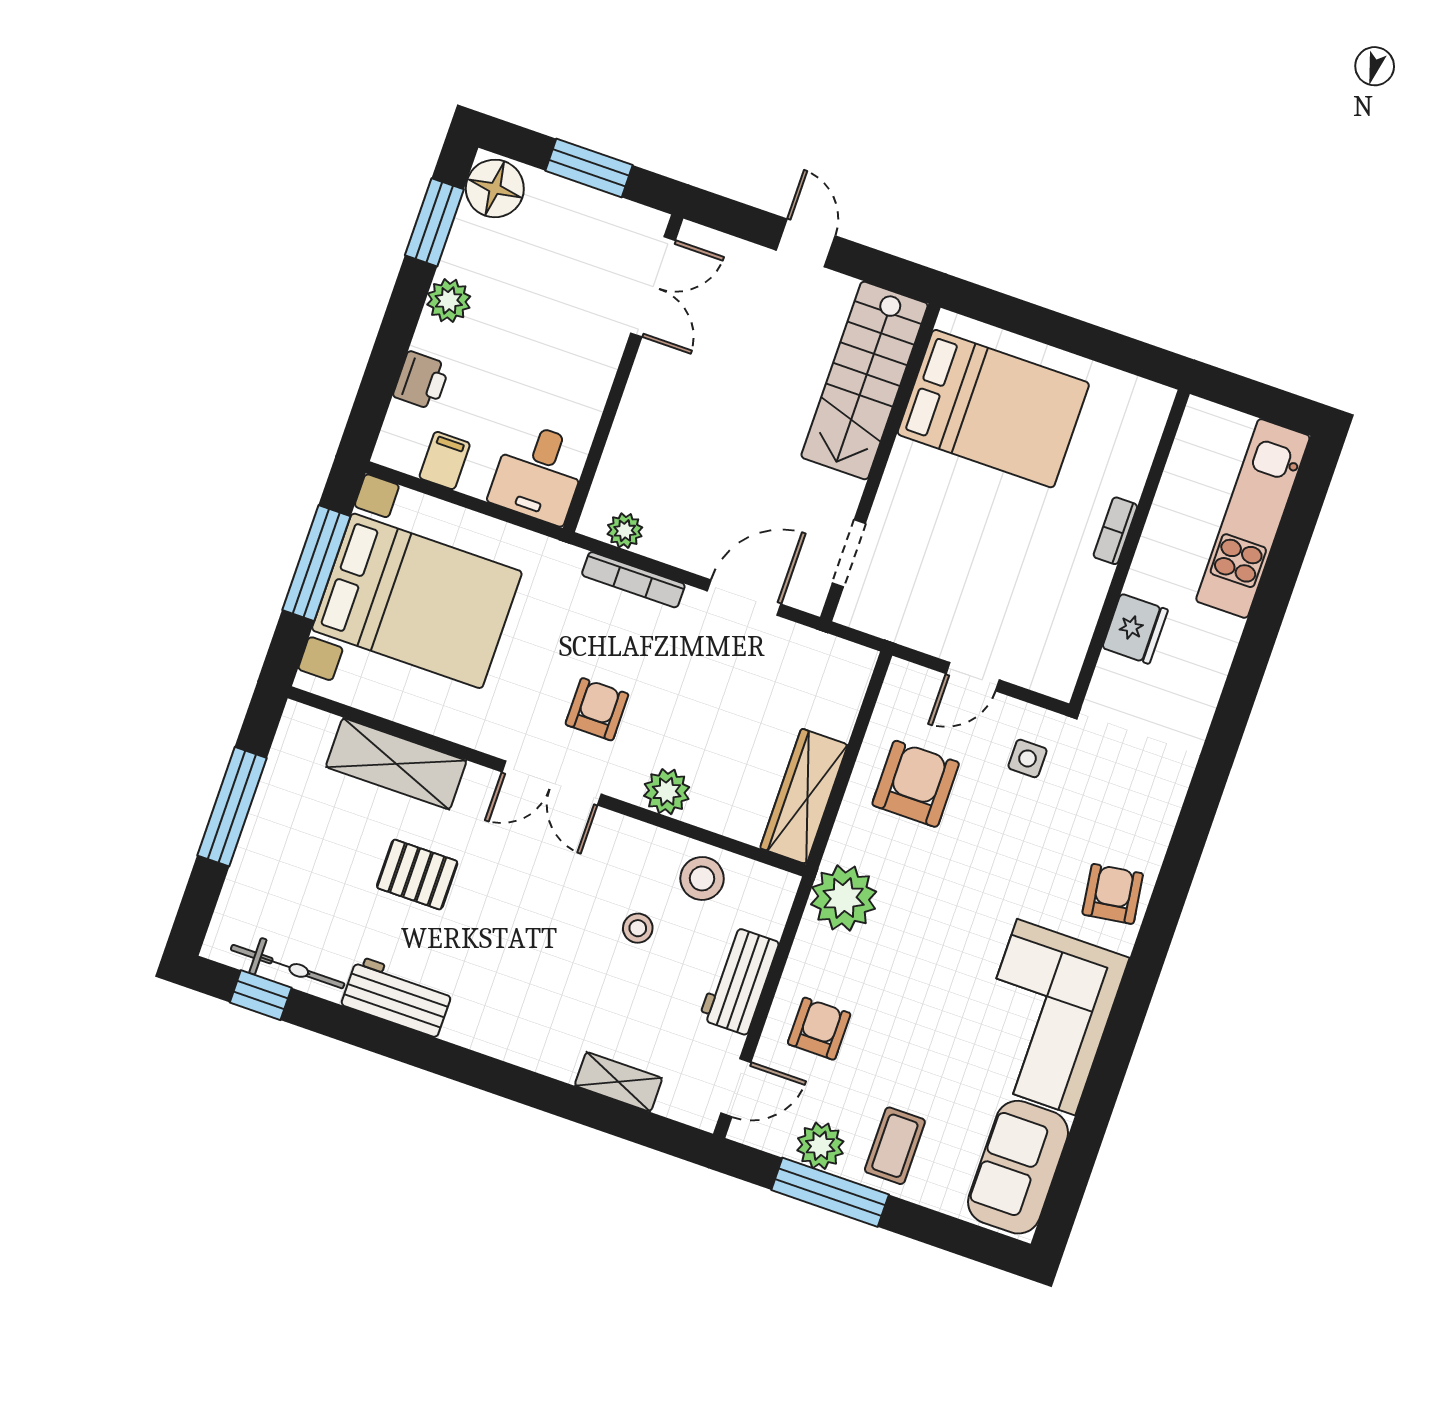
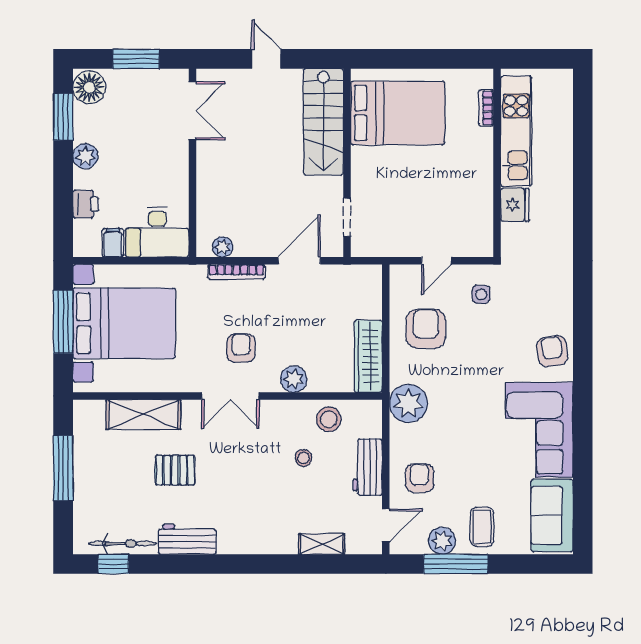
desk: (539, 473) -> (157, 232), width x1.37
kitchen unit: (1253, 518) -> (516, 131), moved, turned 180
bookcase: (1115, 531) -> (486, 108), moved

